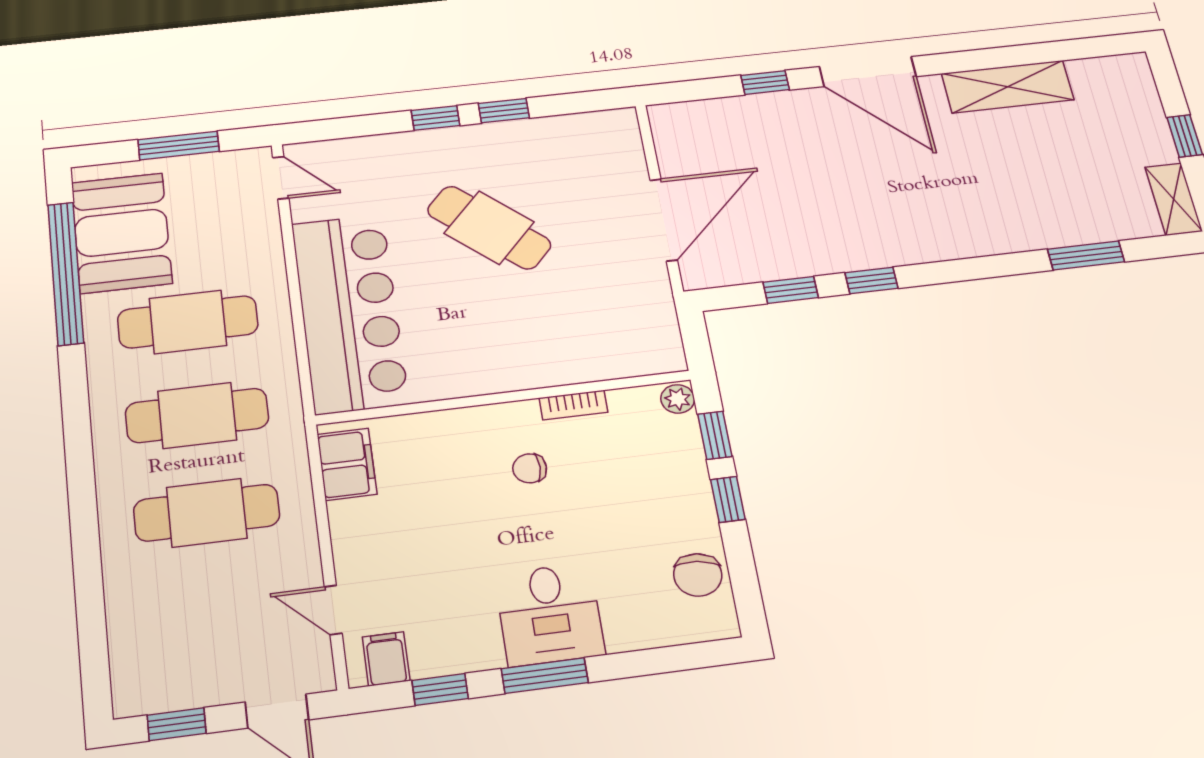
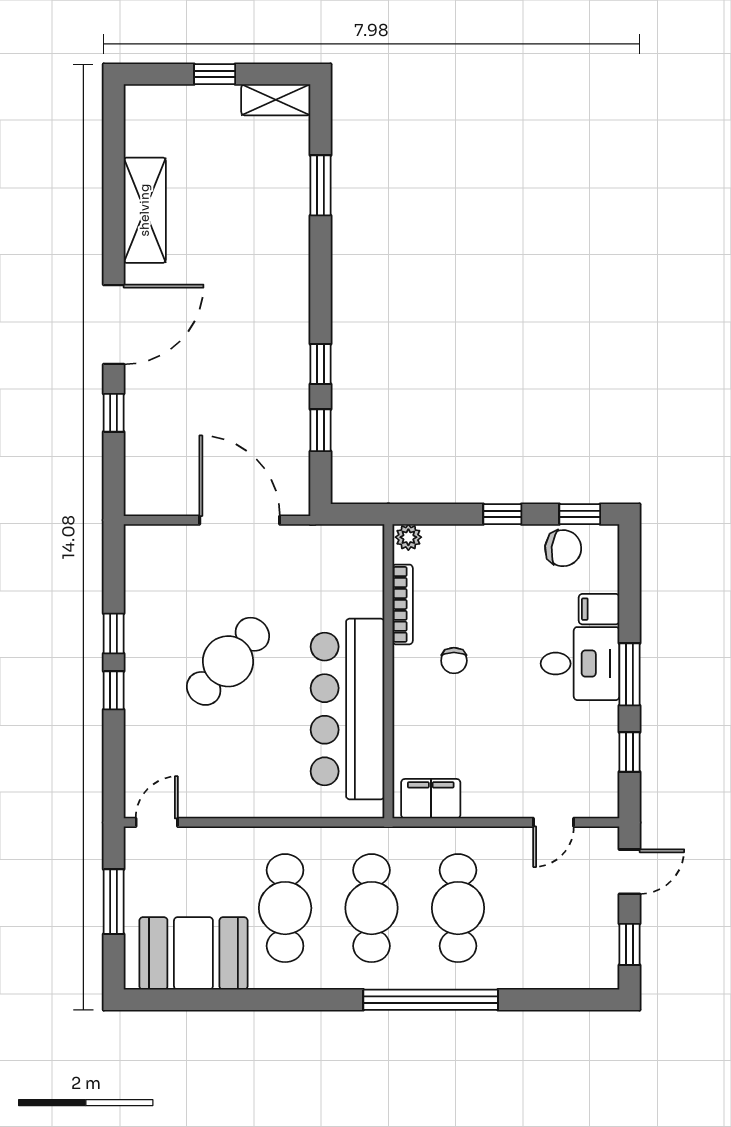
window: (66, 273) -> (431, 1000), moved
bar counter: (349, 313) -> (347, 709), moved, turned -90
bookcase: (573, 405) -> (403, 604), width x1.56
window: (715, 435) -> (580, 514), moved
filing cabinet: (386, 659) -> (599, 609), moved

